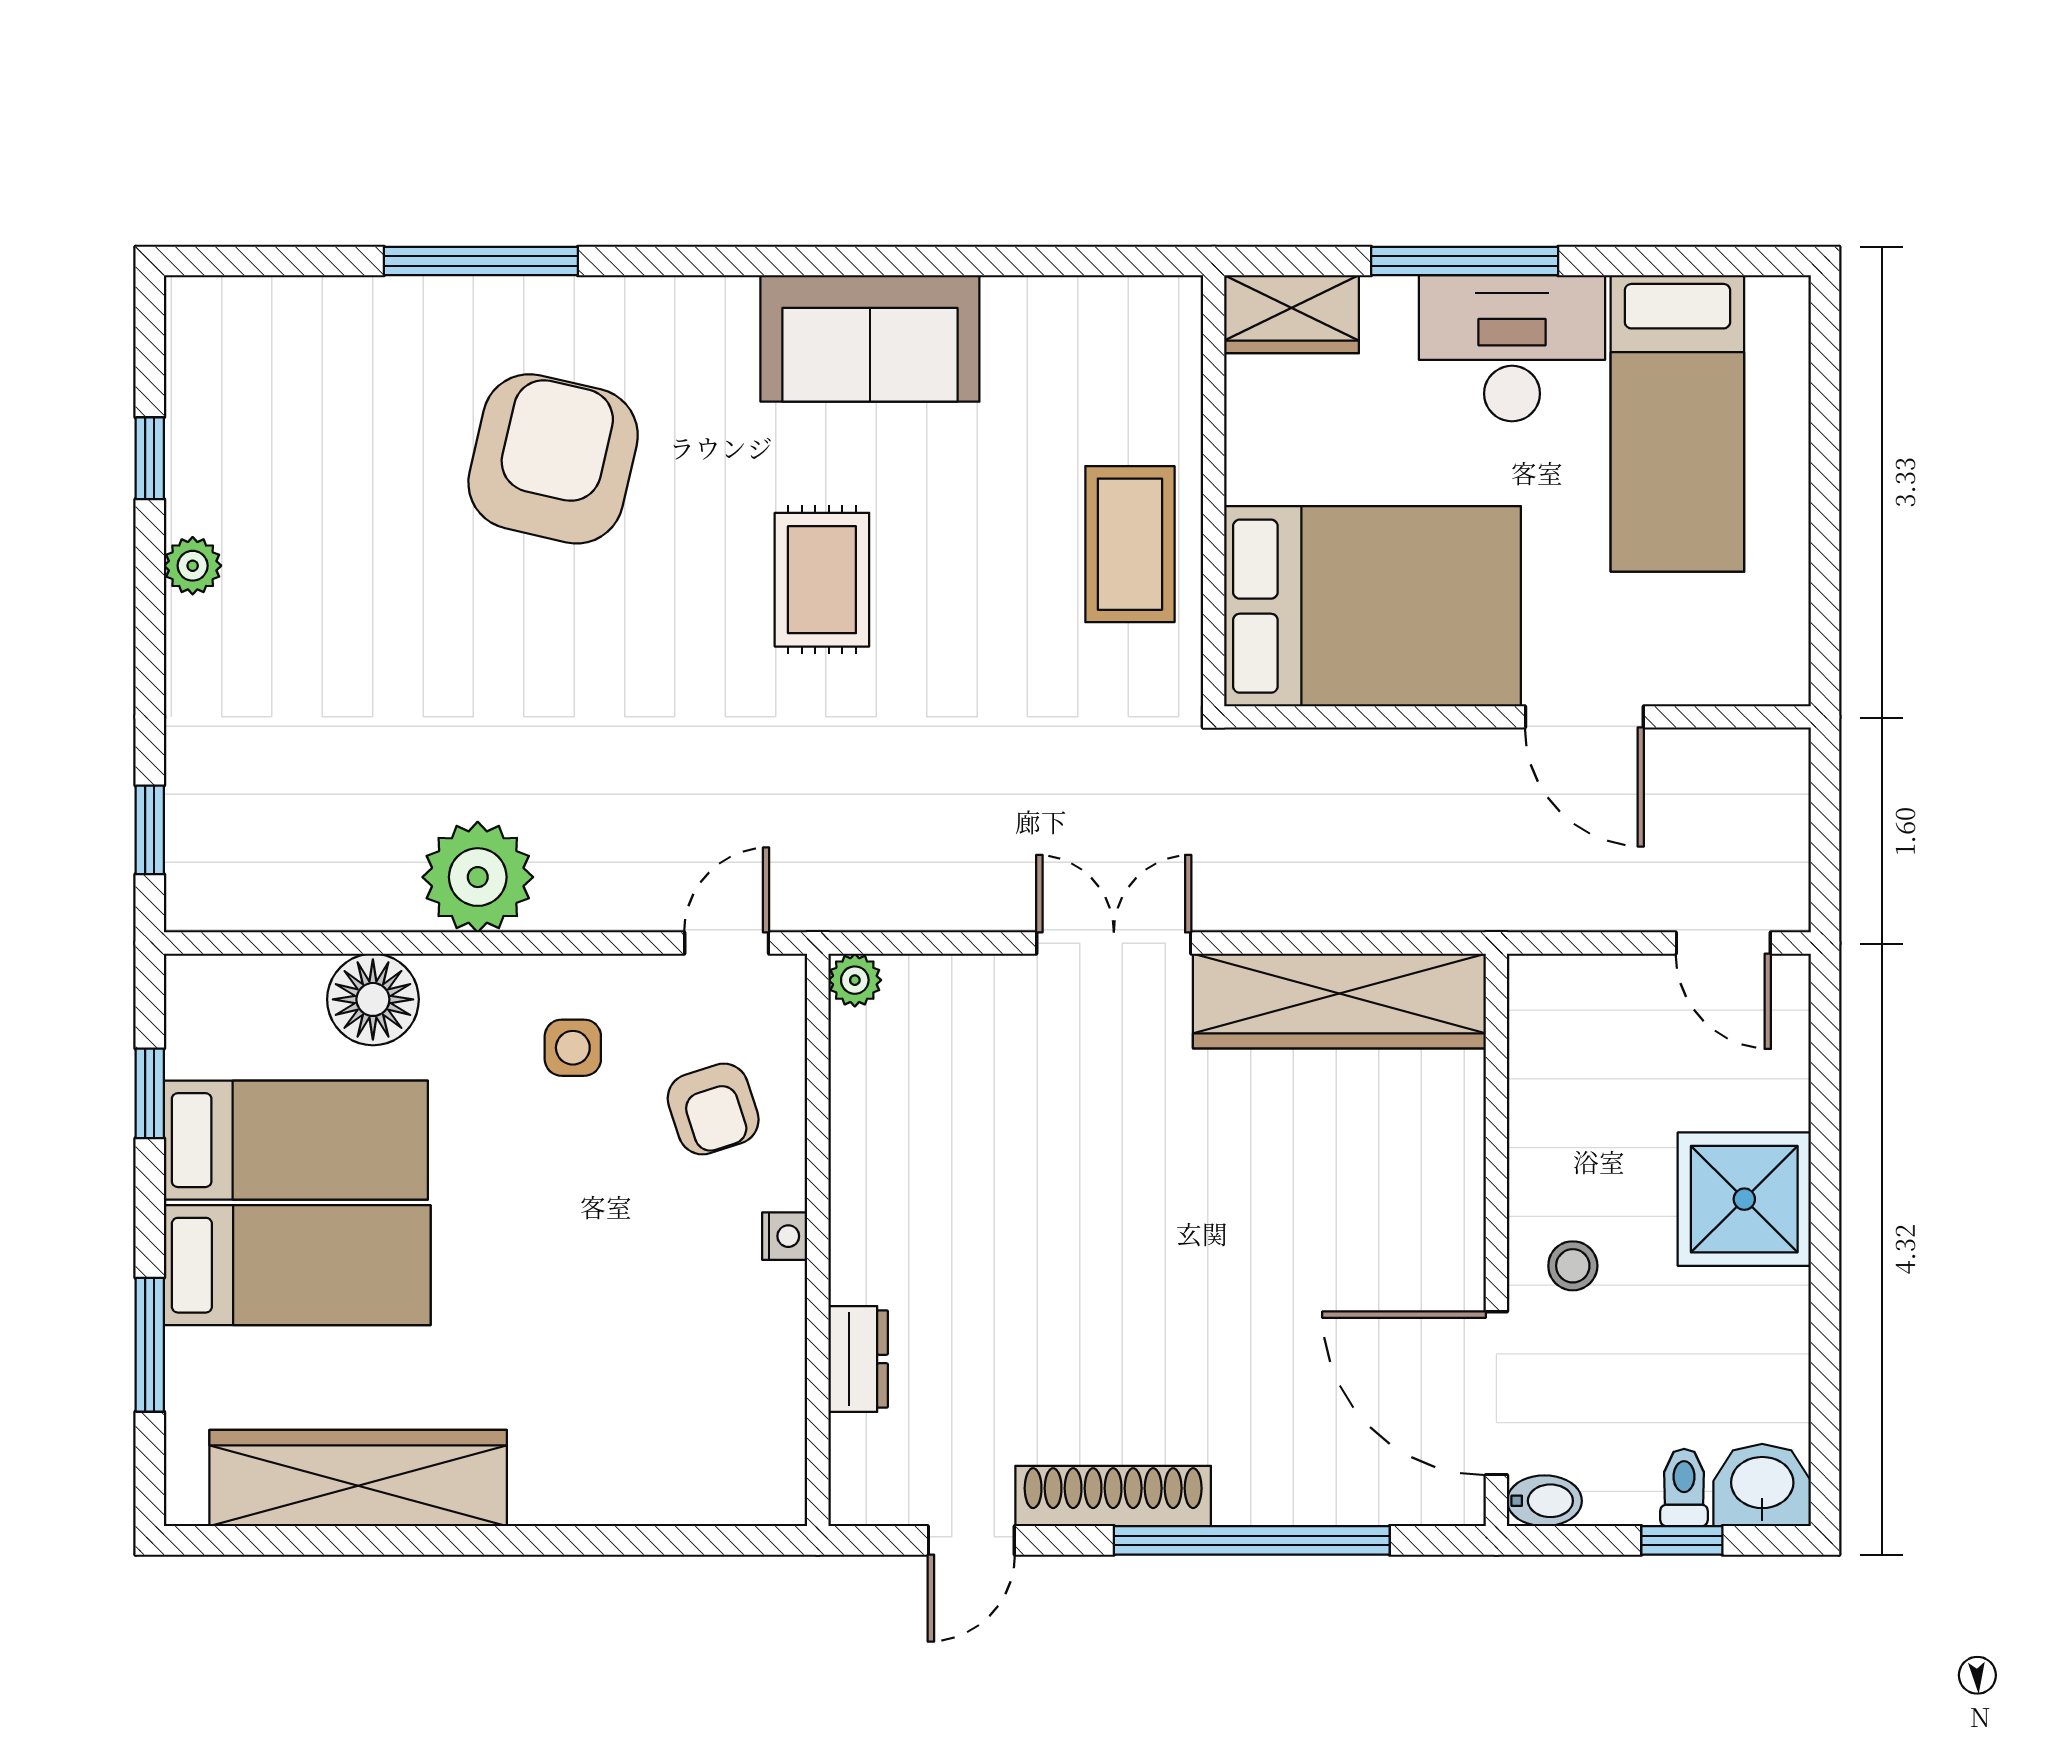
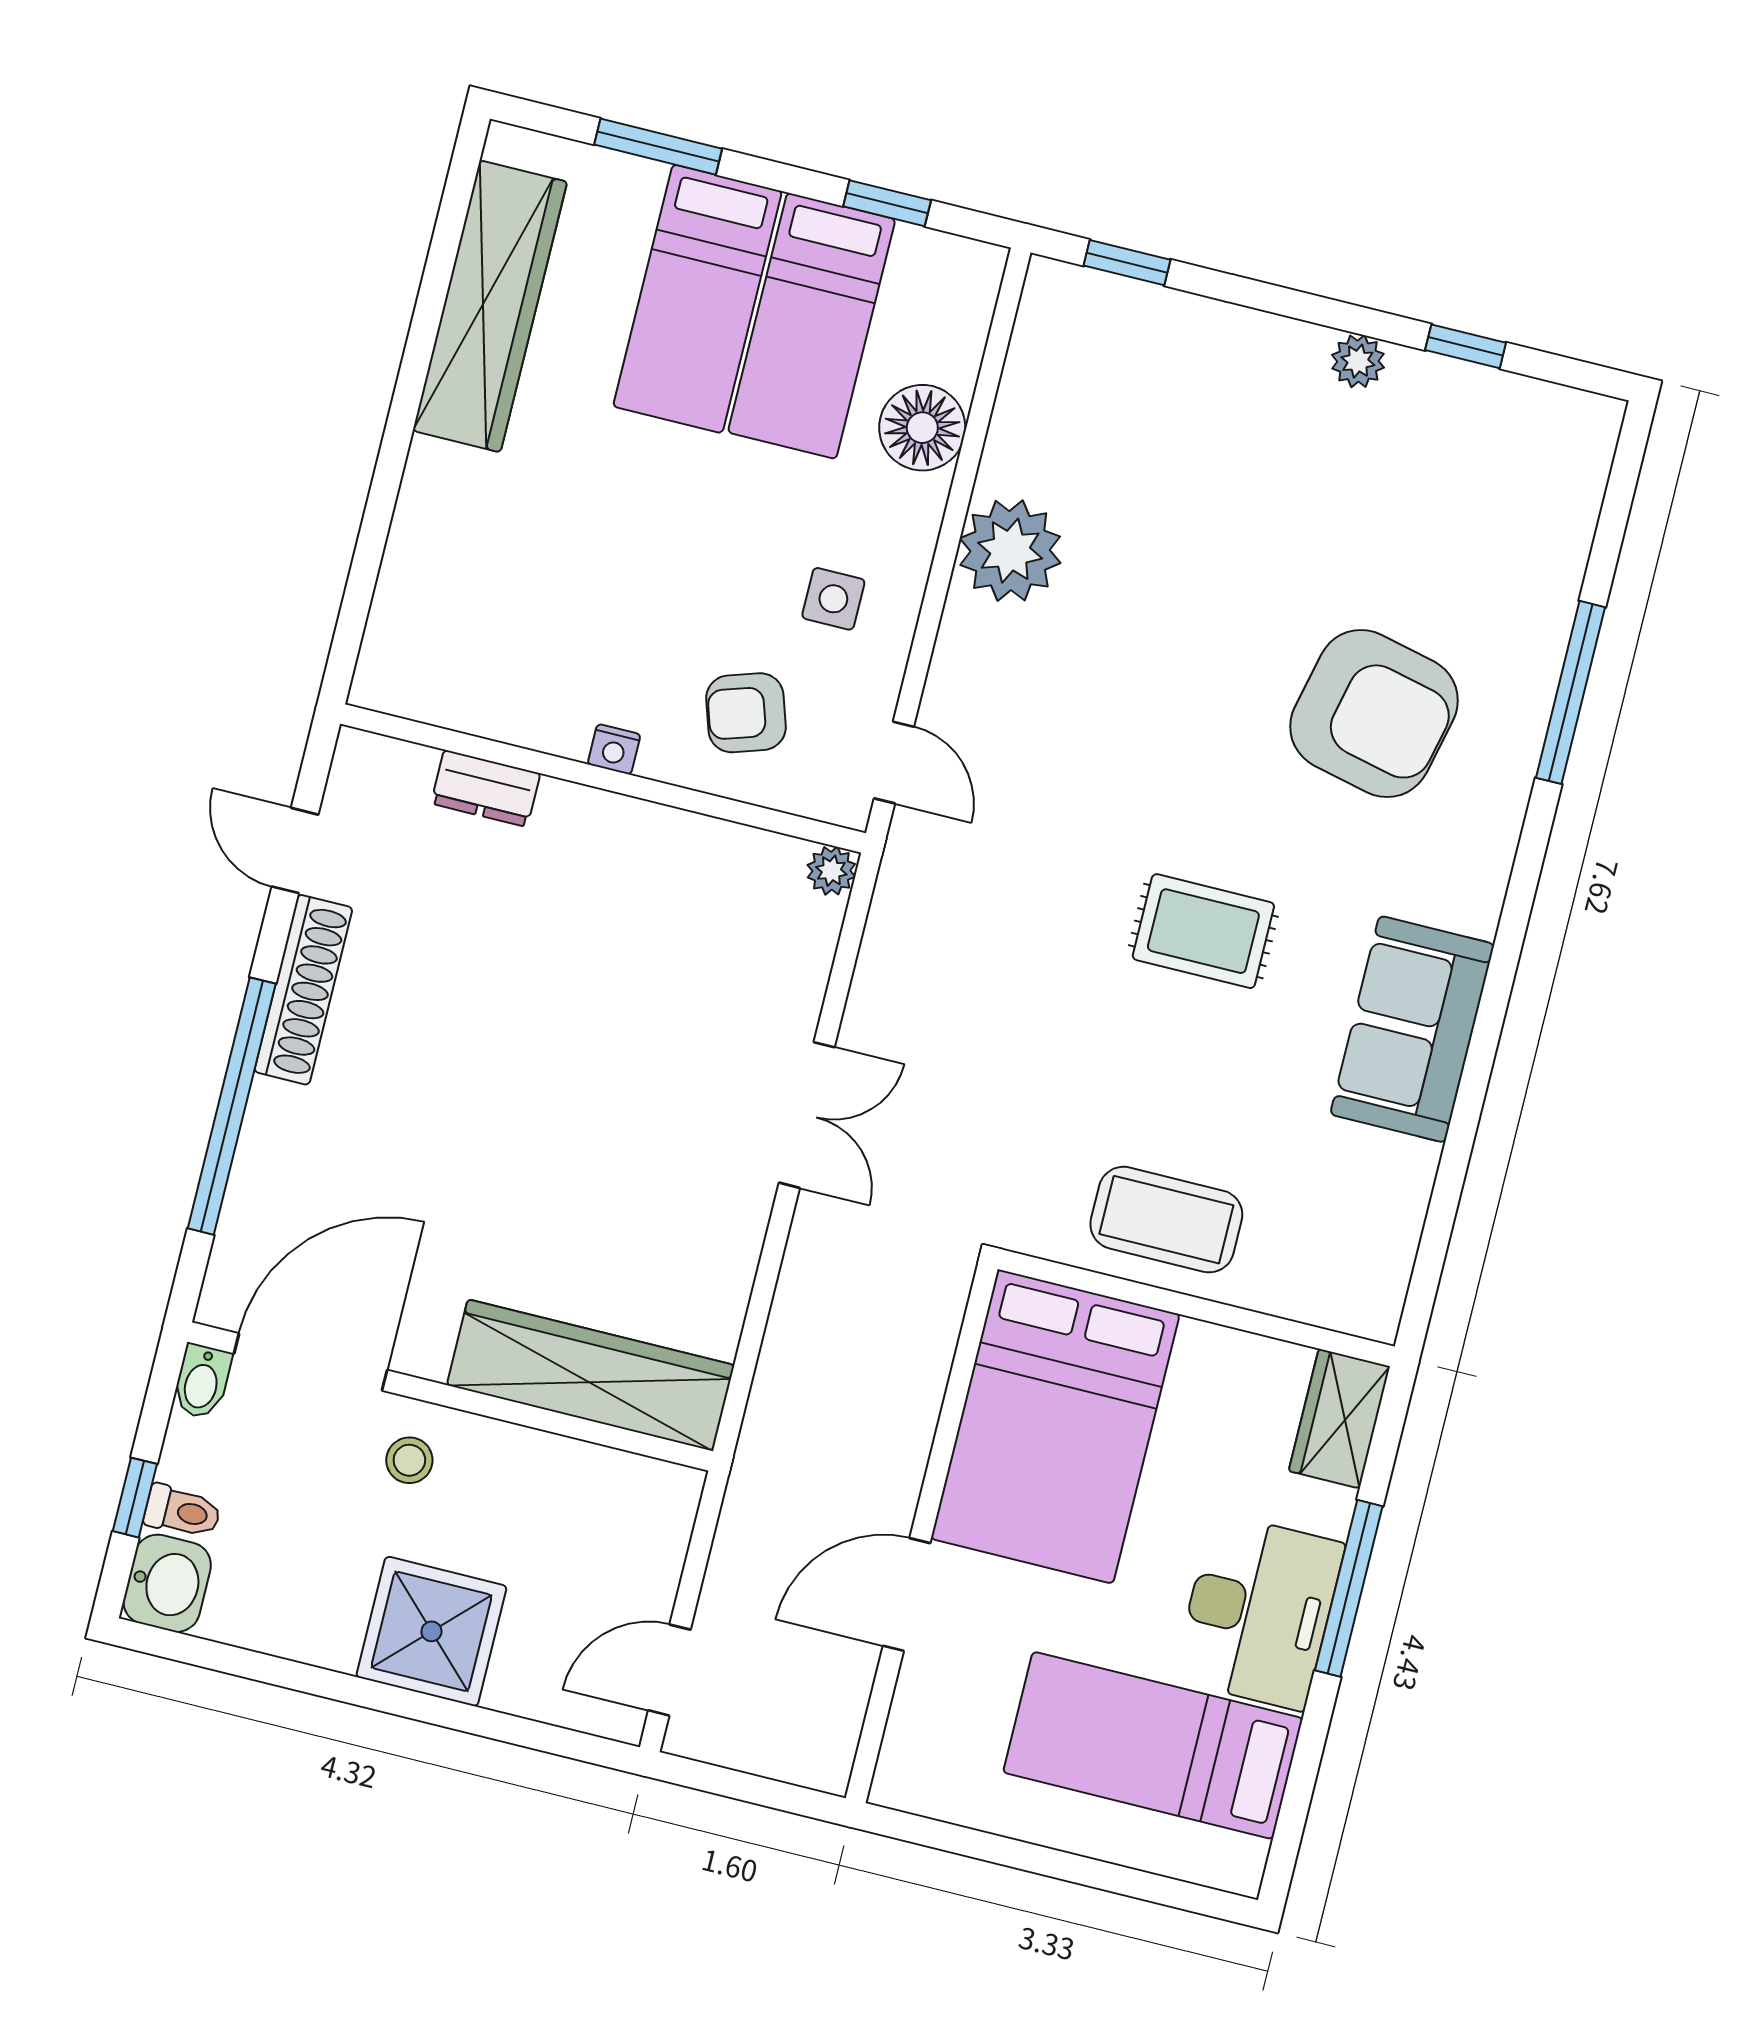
wardrobe: (1339, 1001) -> (591, 1375), moved, turned 90

